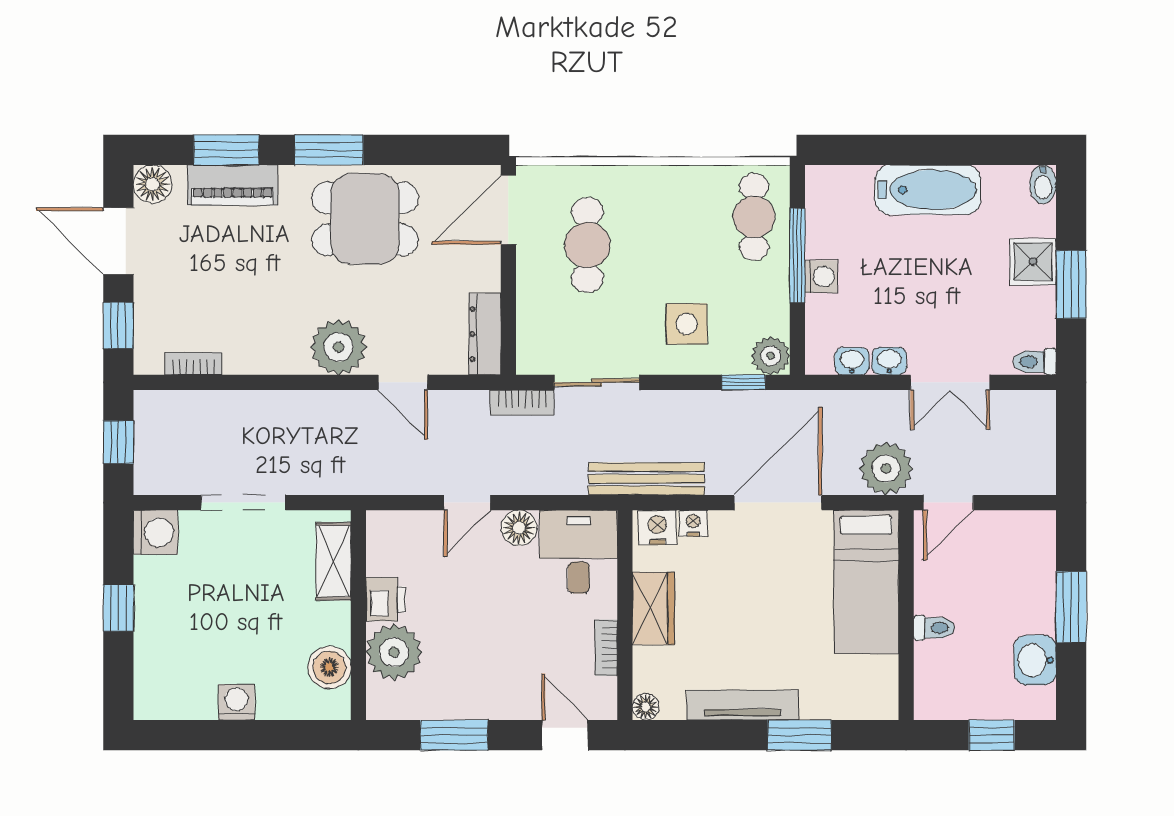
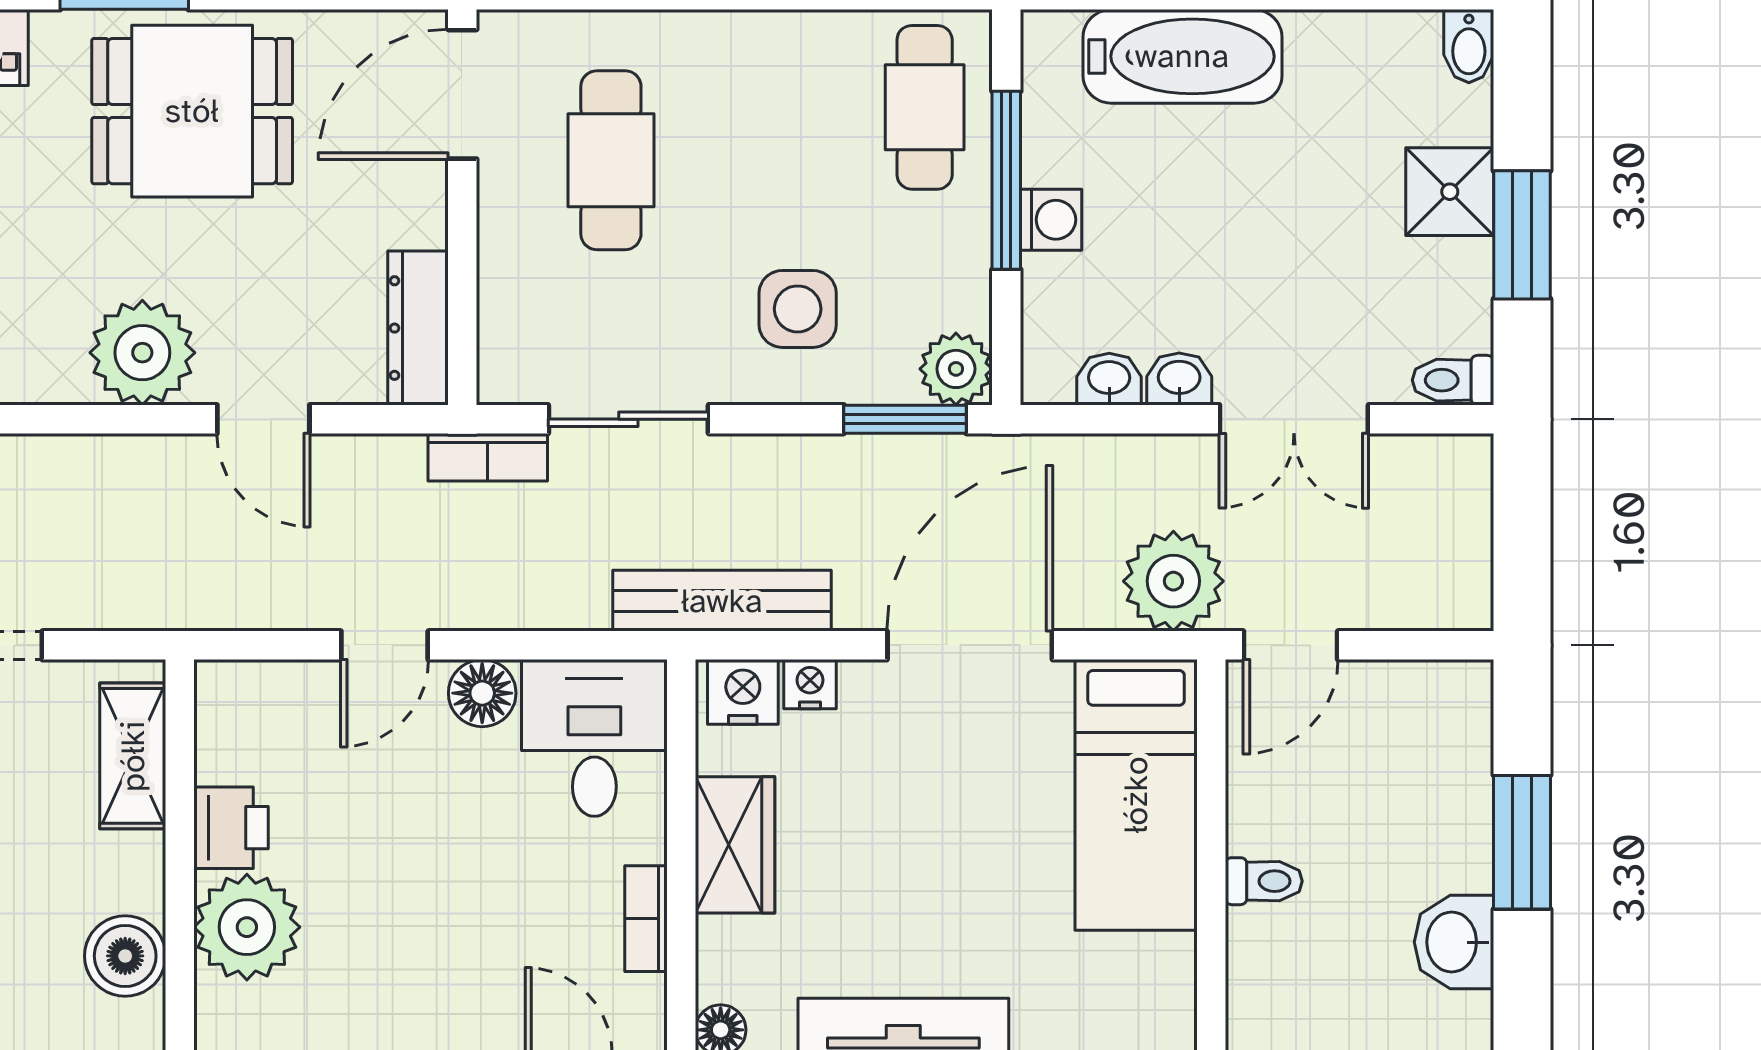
bathtub: (928, 190) -> (1182, 56), moved
window: (744, 382) -> (905, 419), width x1.50

